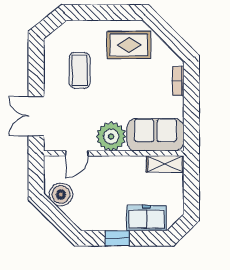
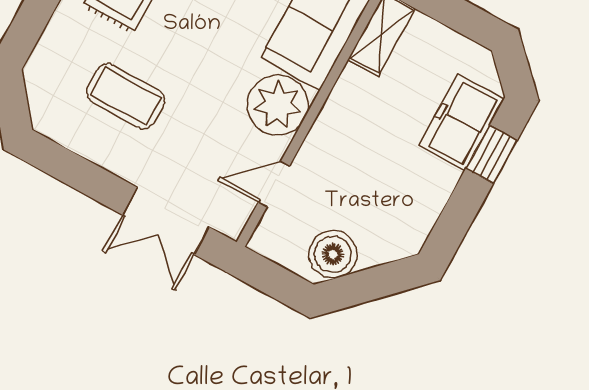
door: (77, 153) -> (274, 184), swing flipped
window: (117, 238) -> (492, 154), moved

